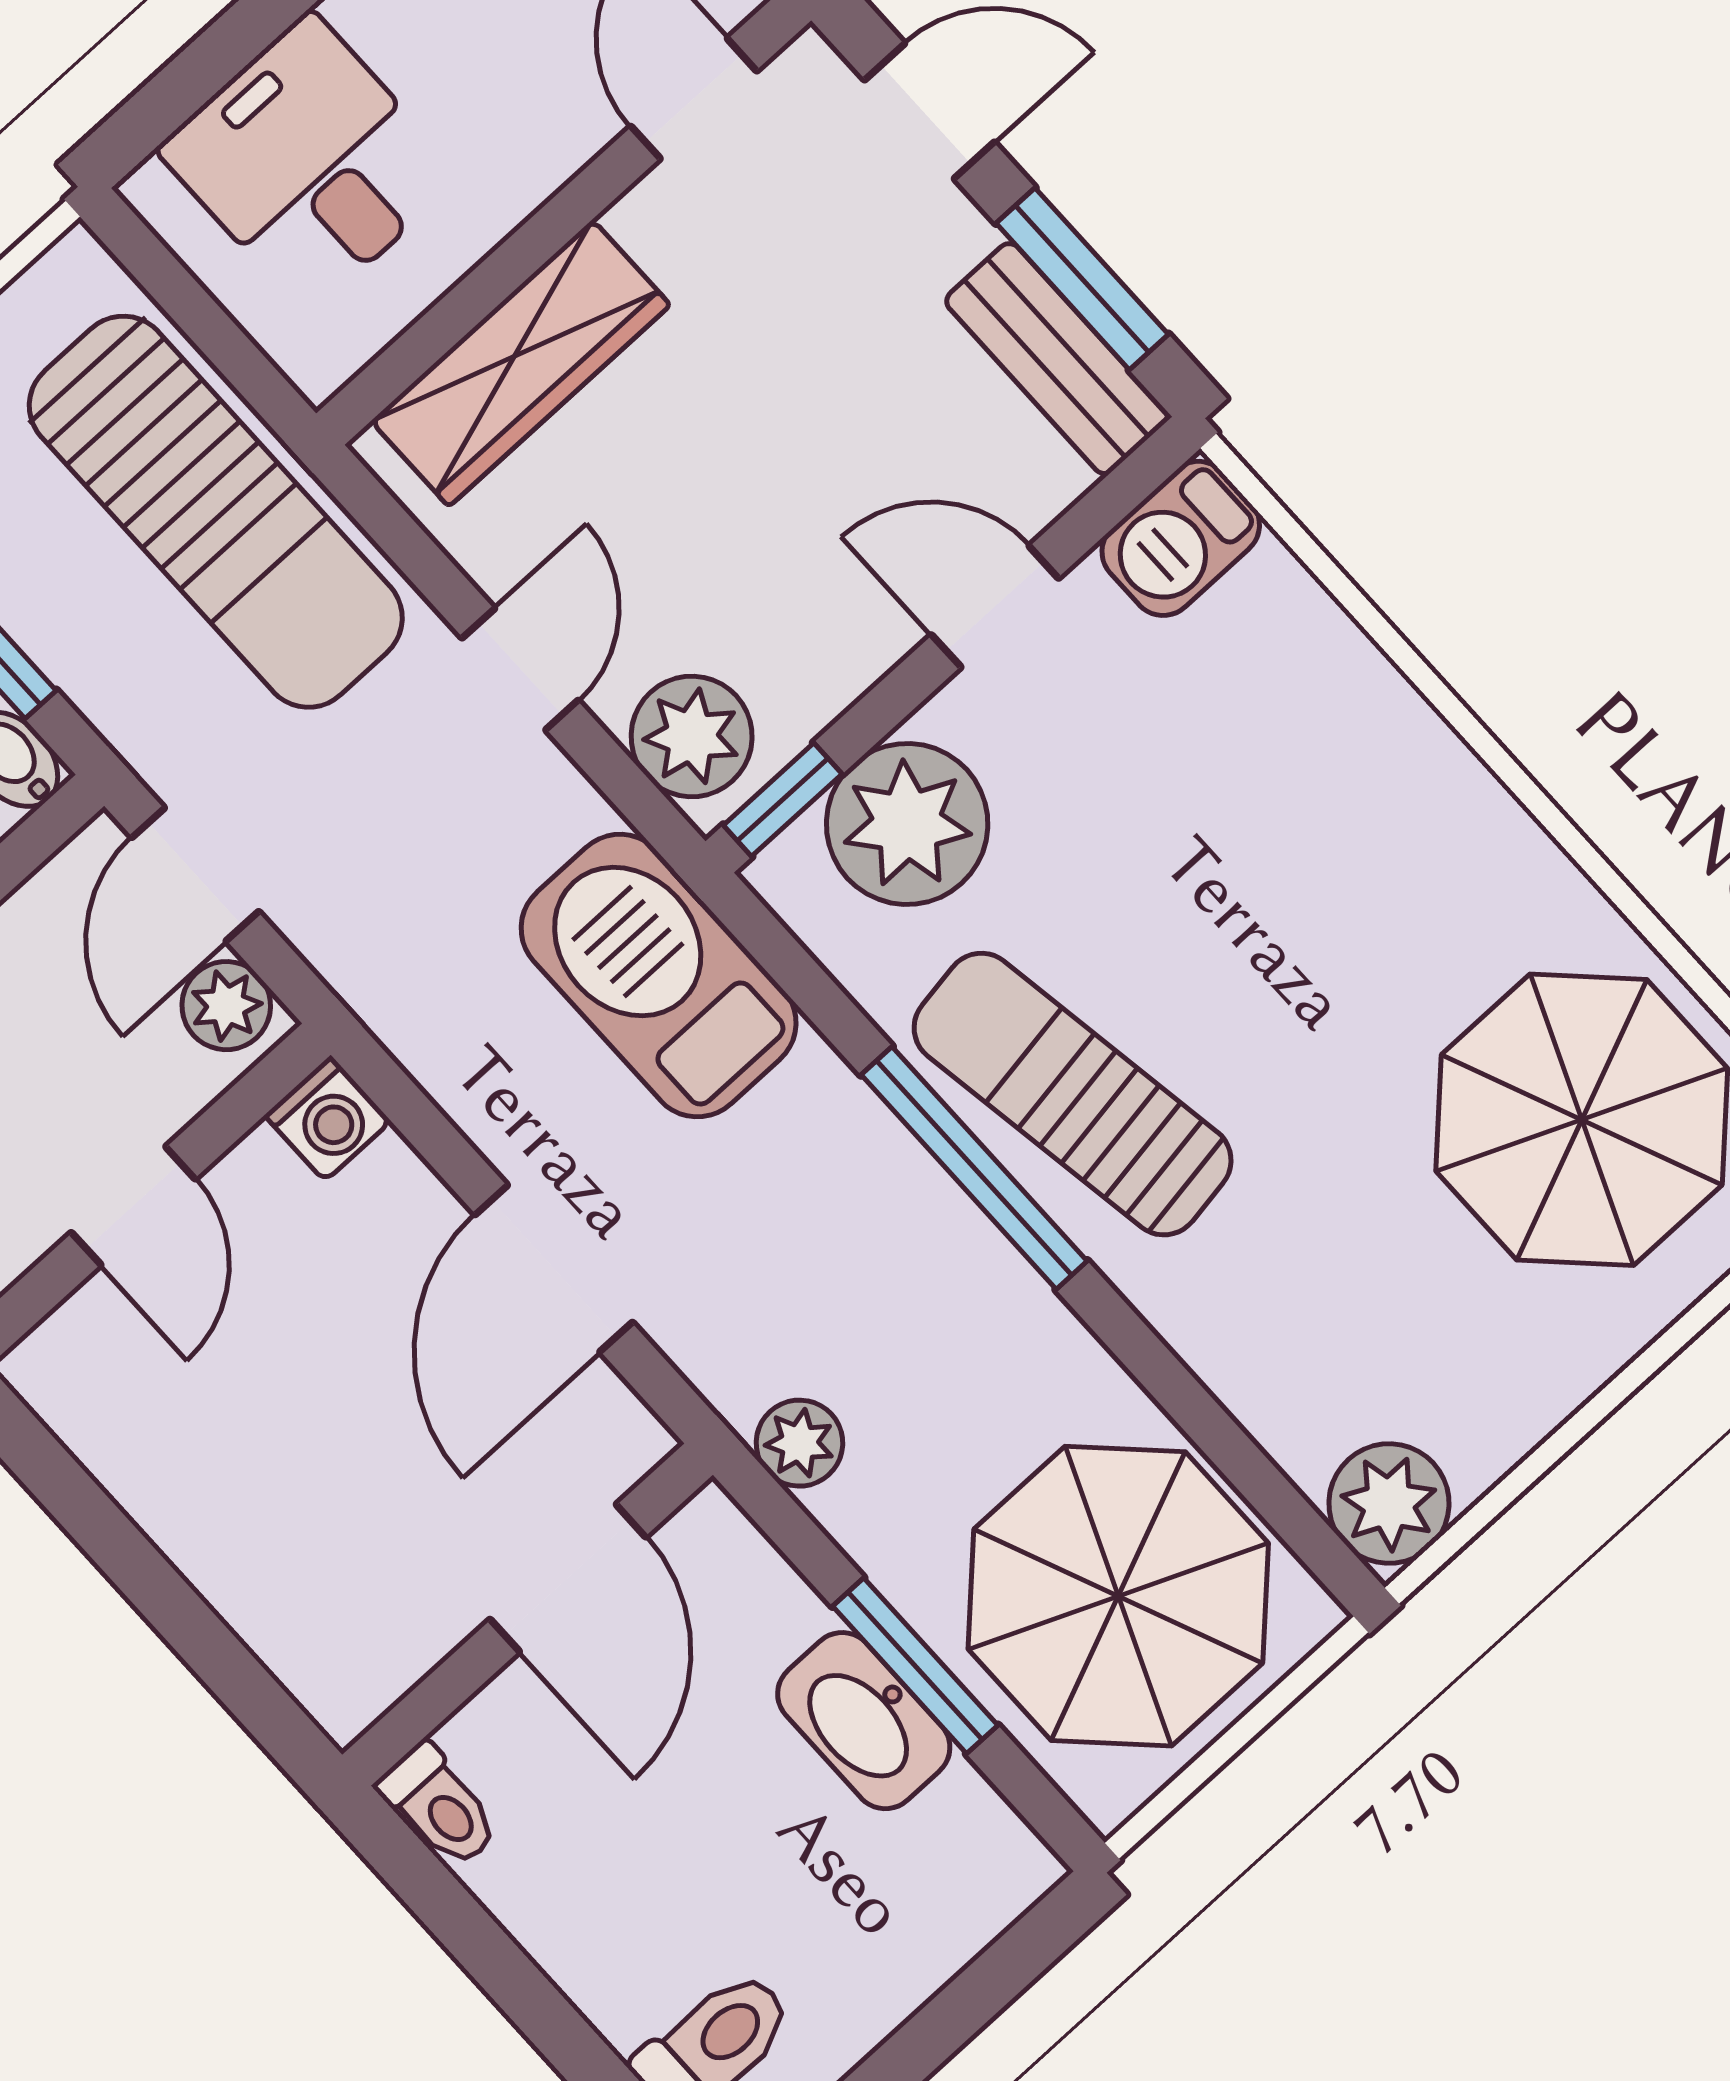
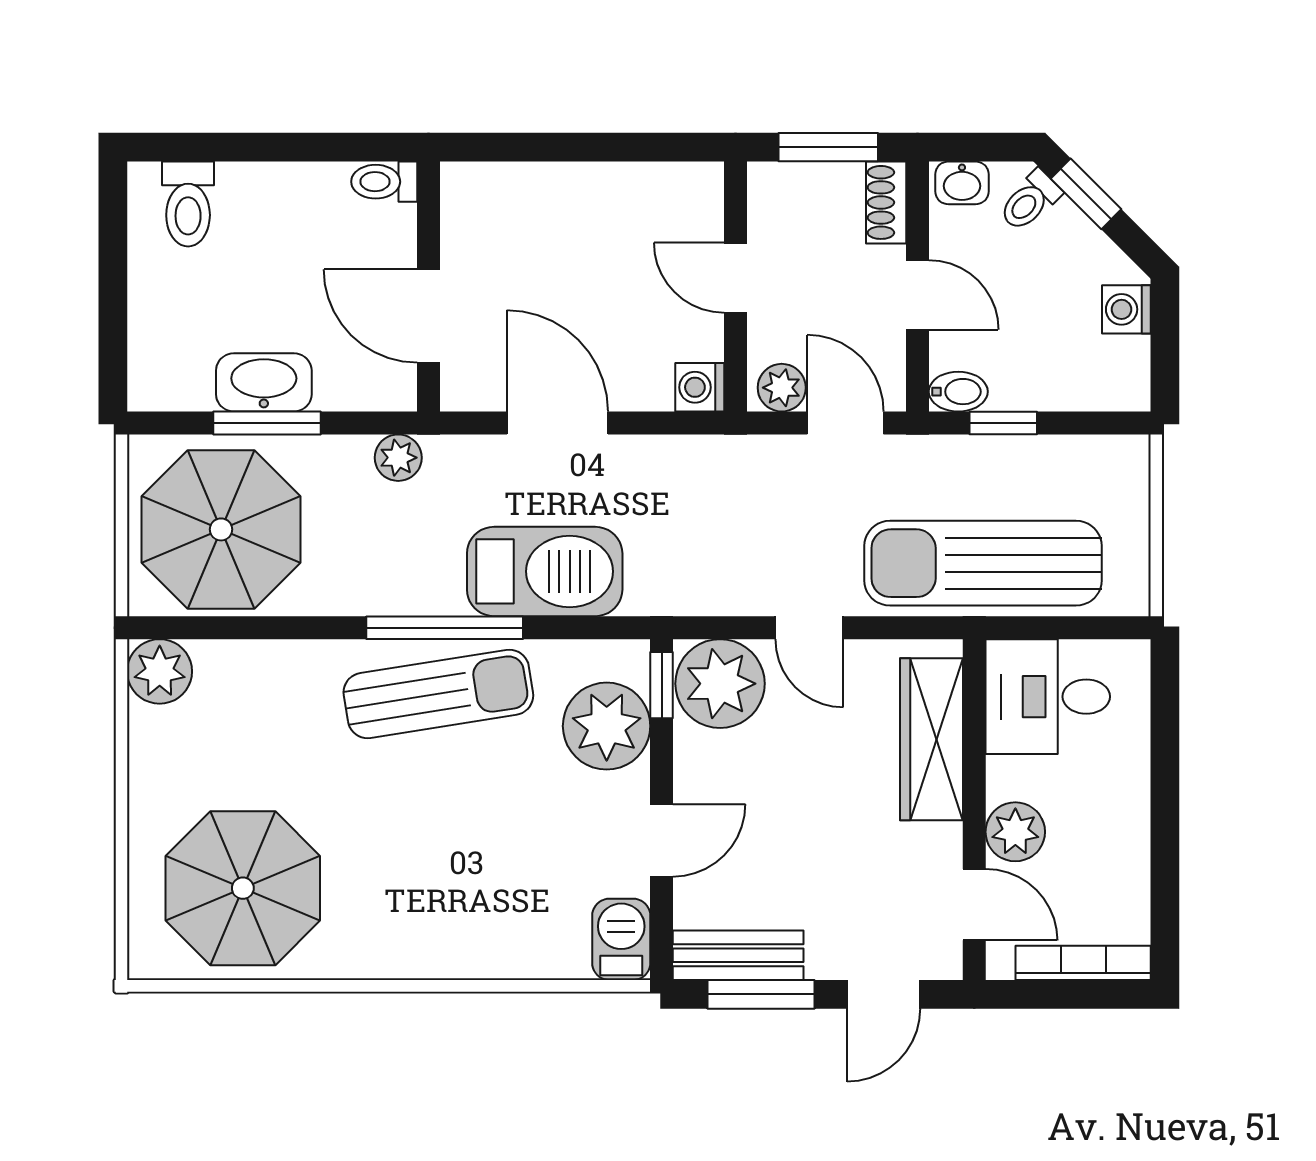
plant: (543, 133) -> (1015, 832), added
desk: (309, 163) -> (1048, 697), moved, turned 180
plant: (692, 736) -> (720, 684), width x1.36, depth x1.36
barbecue: (659, 976) -> (545, 571), moved

